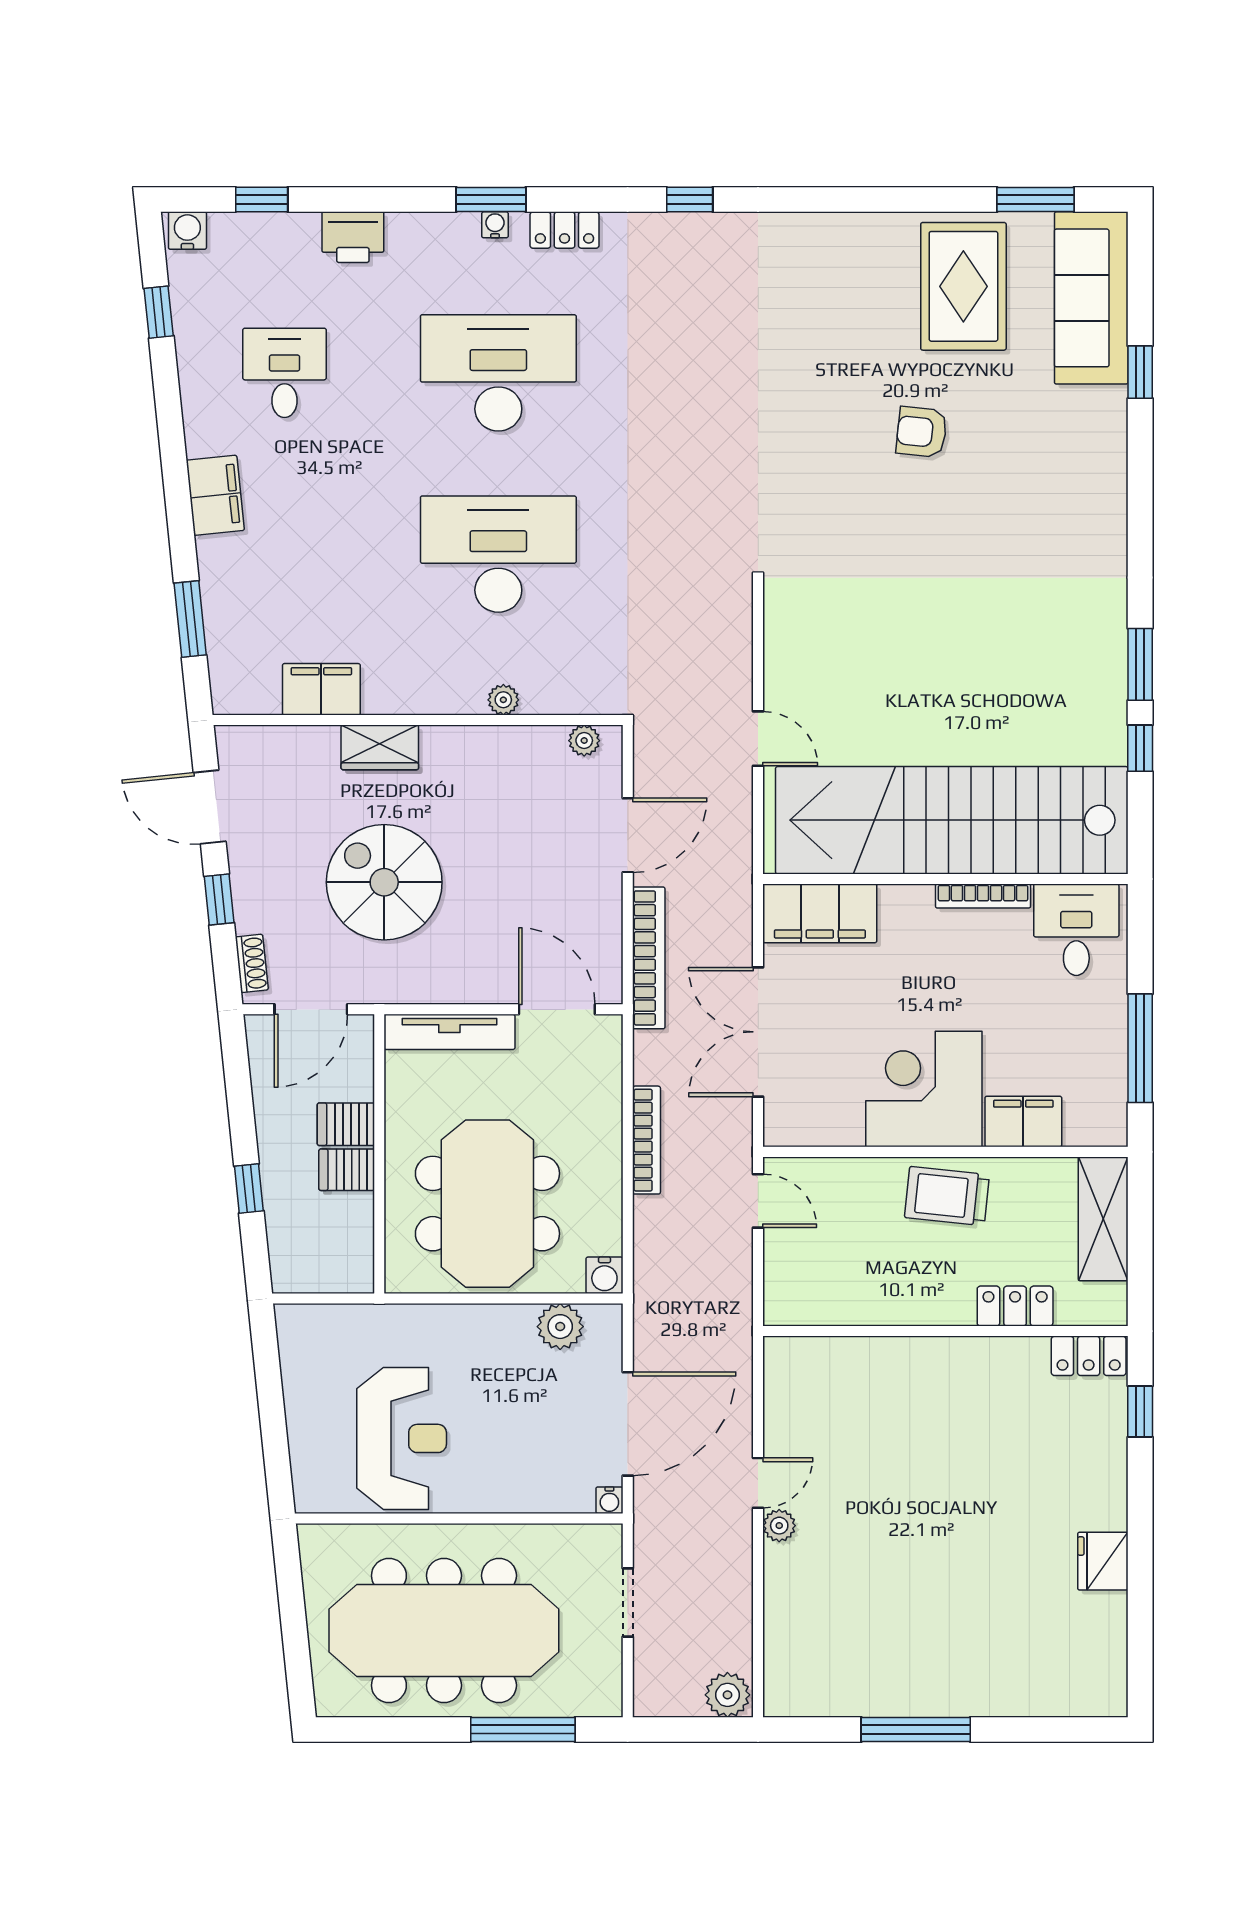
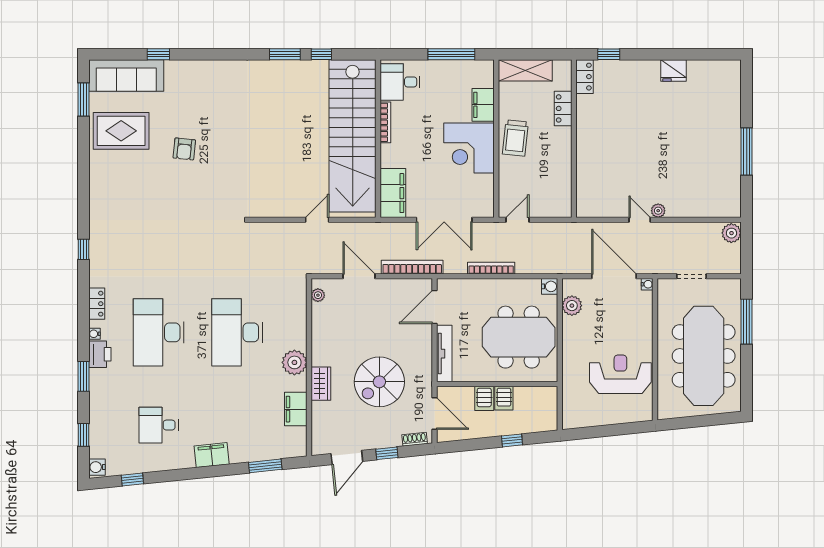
window: (491, 199) -> (84, 376), moved
printer: (353, 237) -> (100, 354), moved
plant: (503, 700) -> (294, 362), moved, width x1.88, depth x1.88

